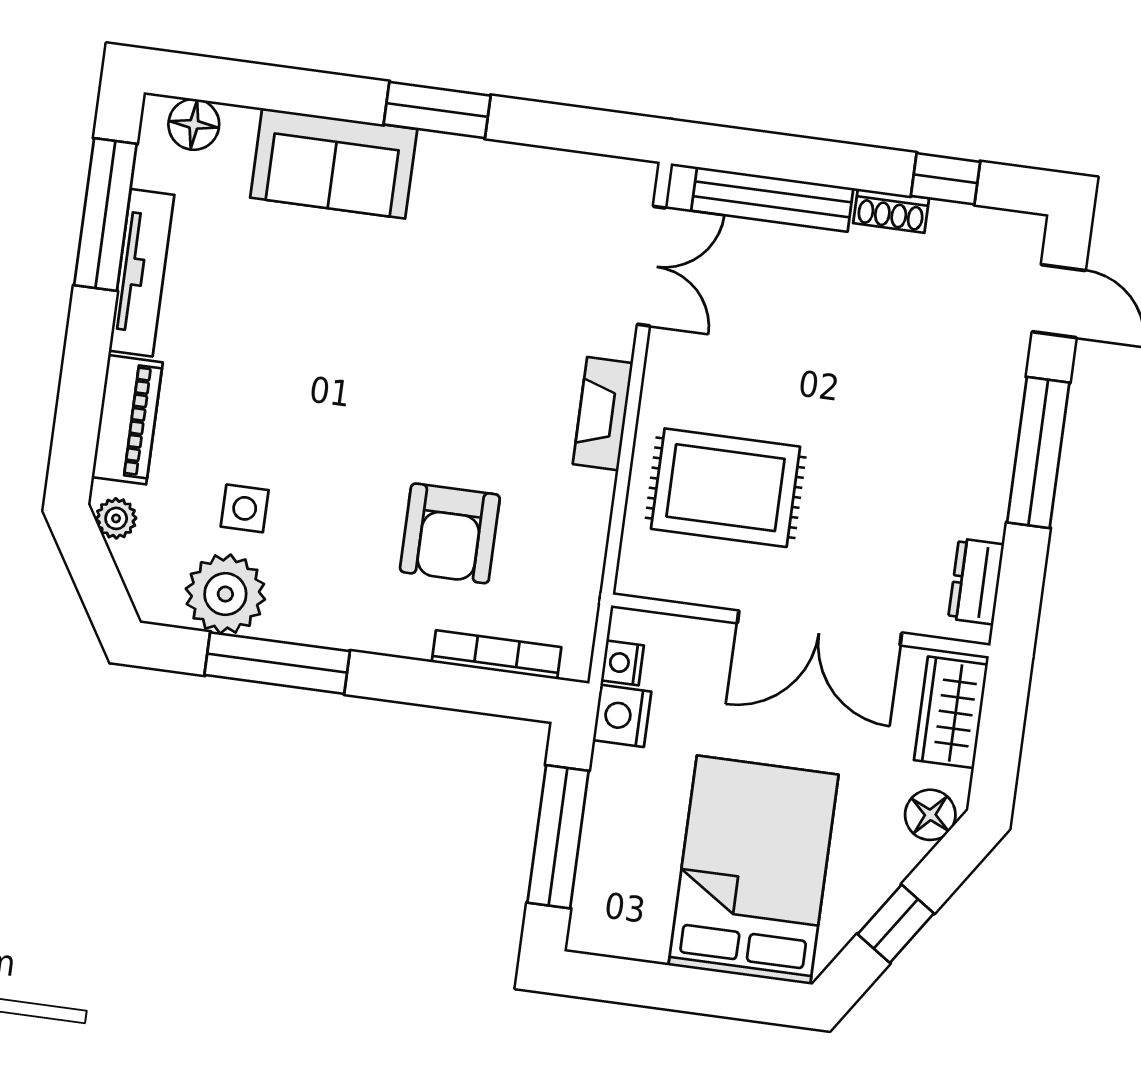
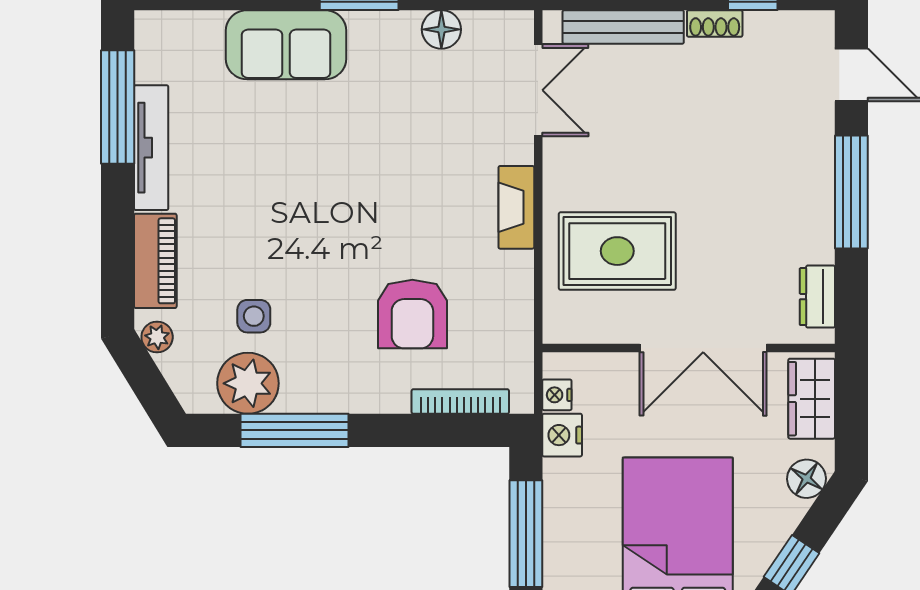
floor lamp: (194, 124) -> (441, 29), moved

